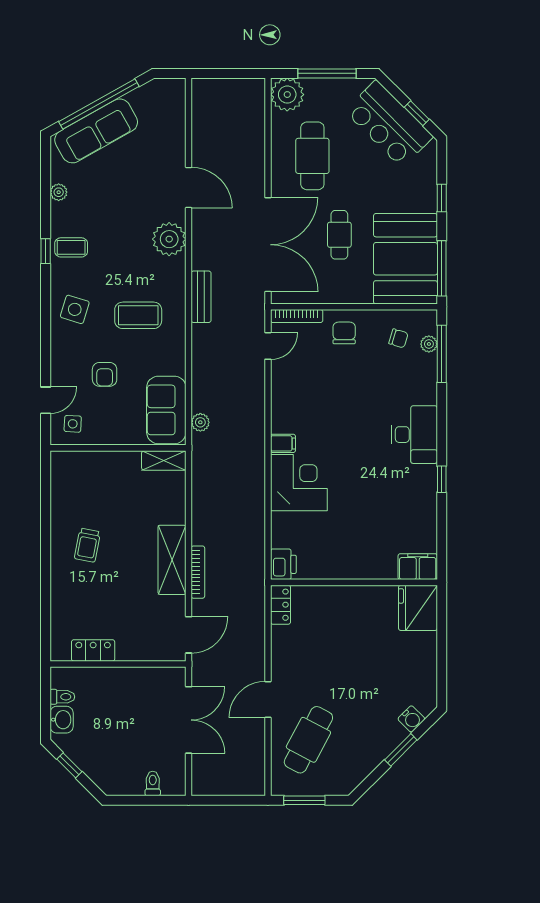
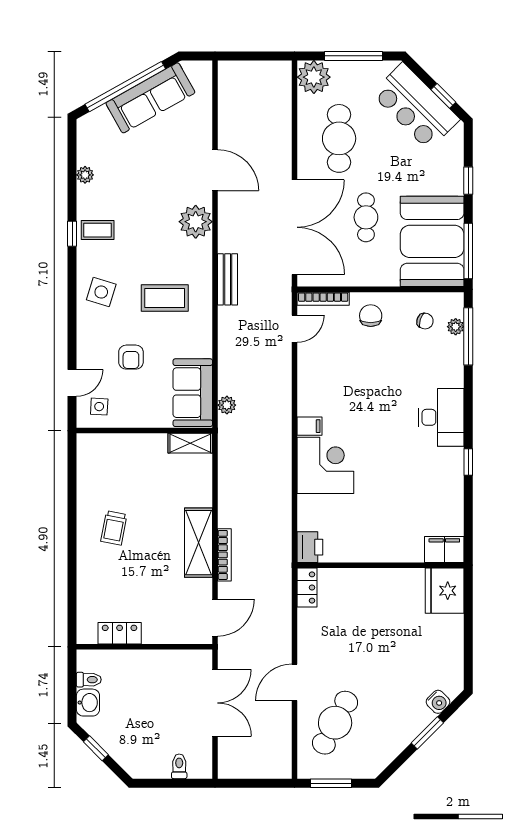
sofa: (96, 131) -> (150, 98), moved

